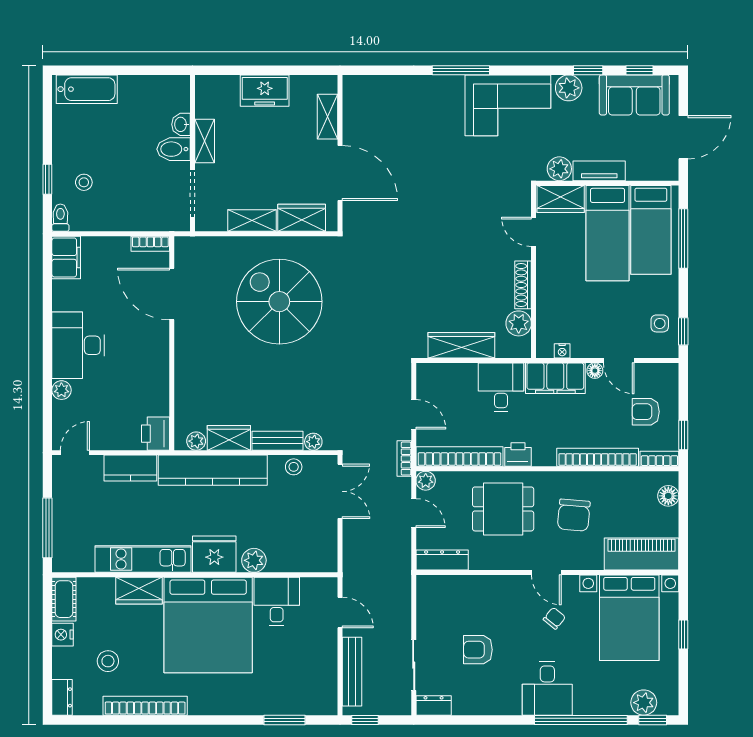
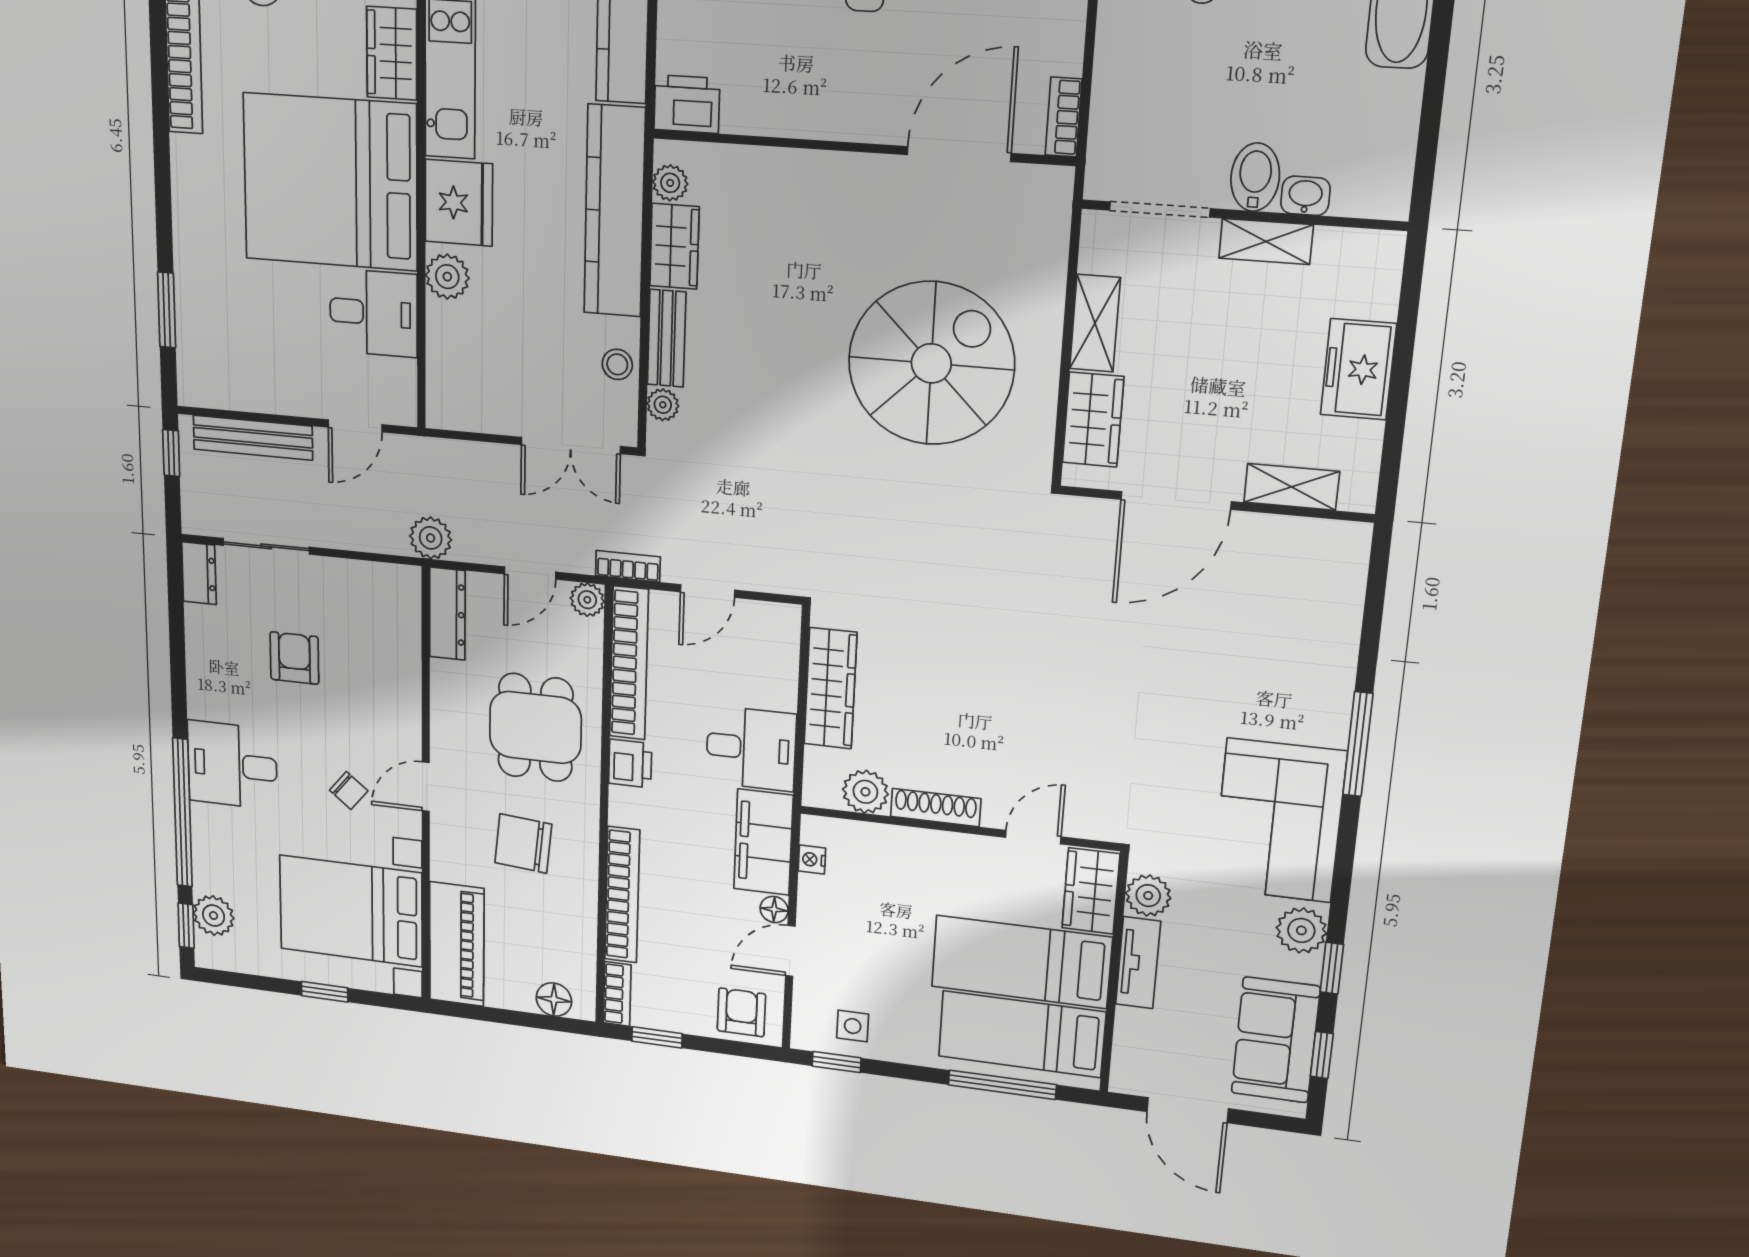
armchair: (646, 412) -> (741, 1012), moved
plant: (399, 570) -> (431, 538), added

